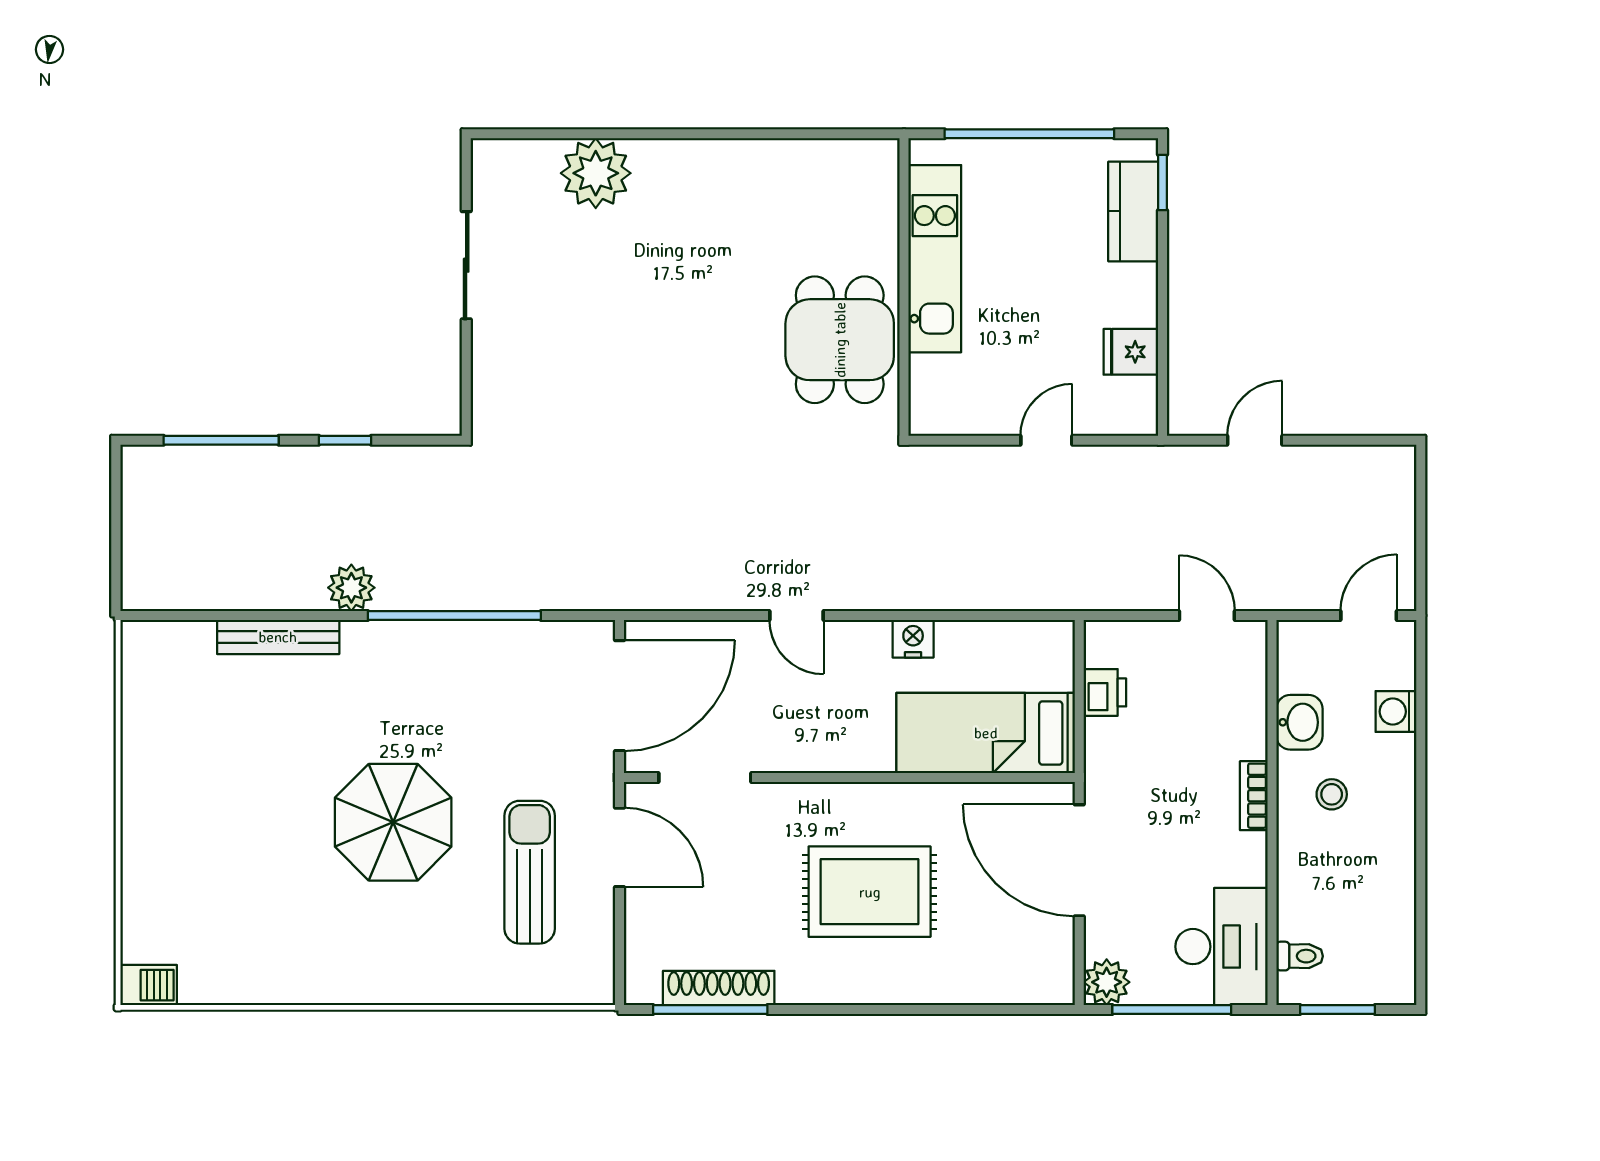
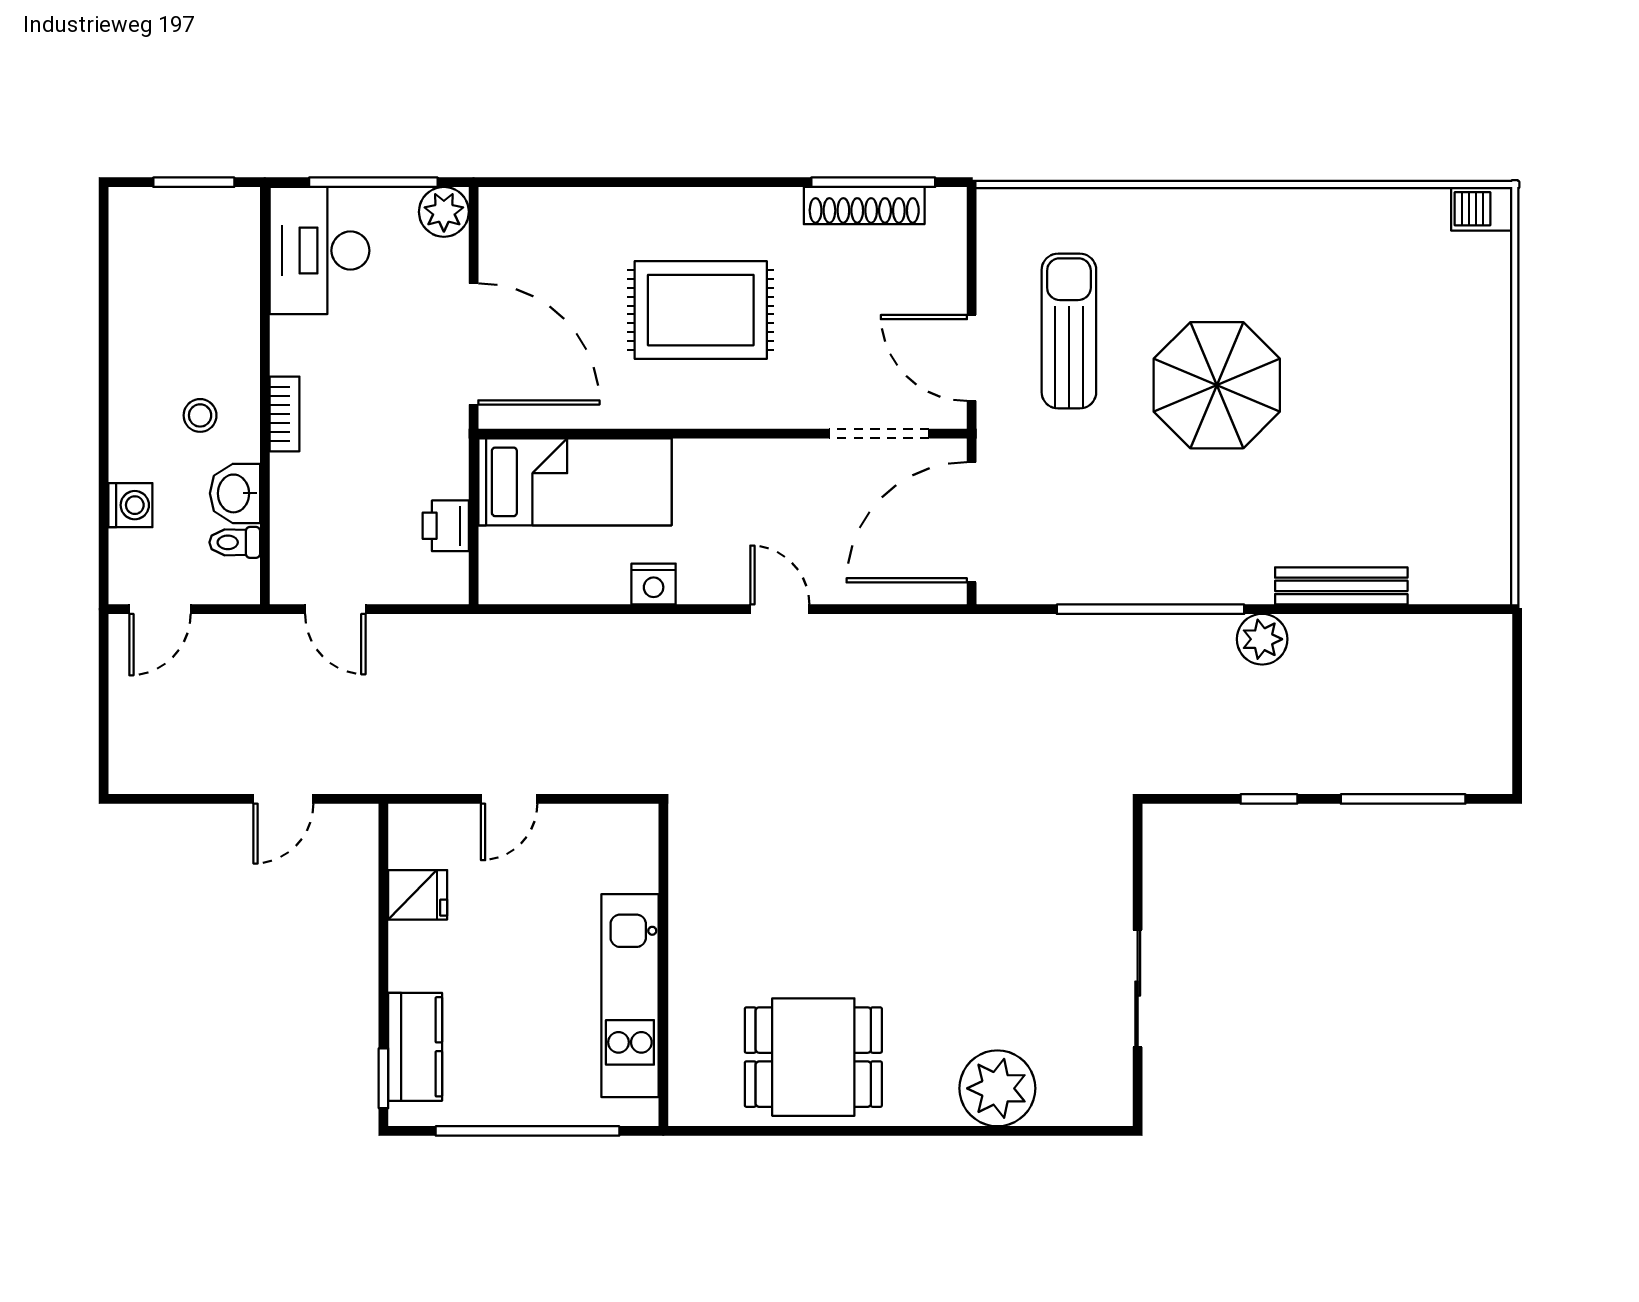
dining table: (840, 340) -> (813, 1057), moved, turned 90
sun lounger: (530, 872) -> (1069, 331), turned 180
toilet: (1300, 956) -> (235, 542), moved

